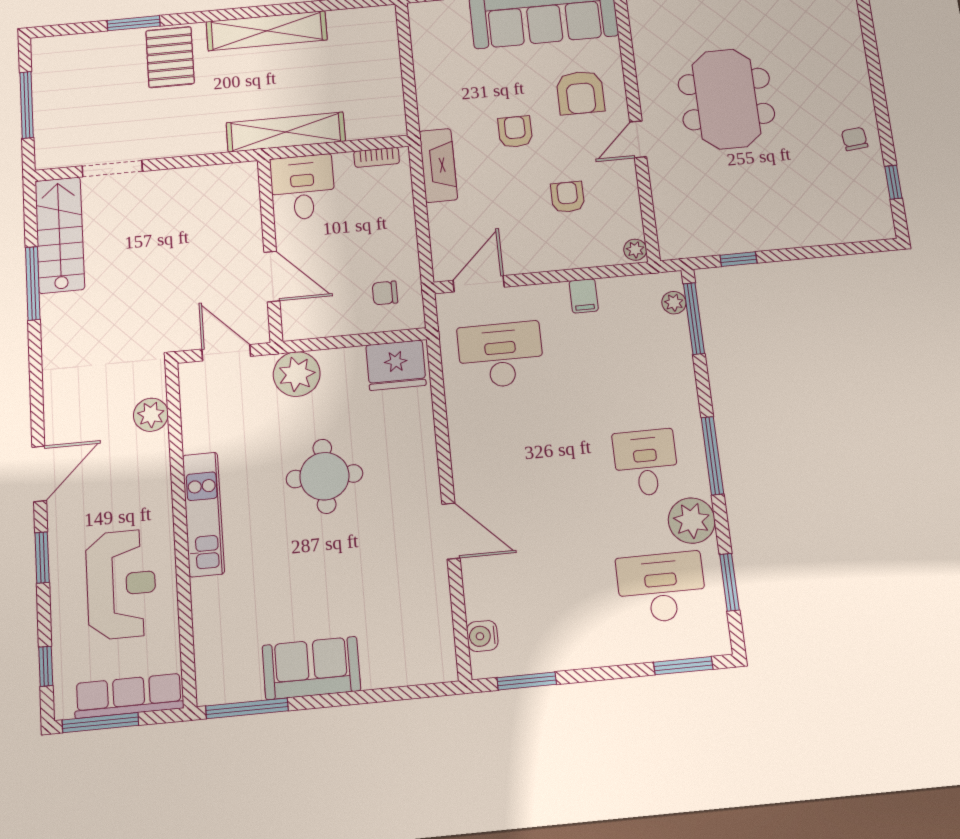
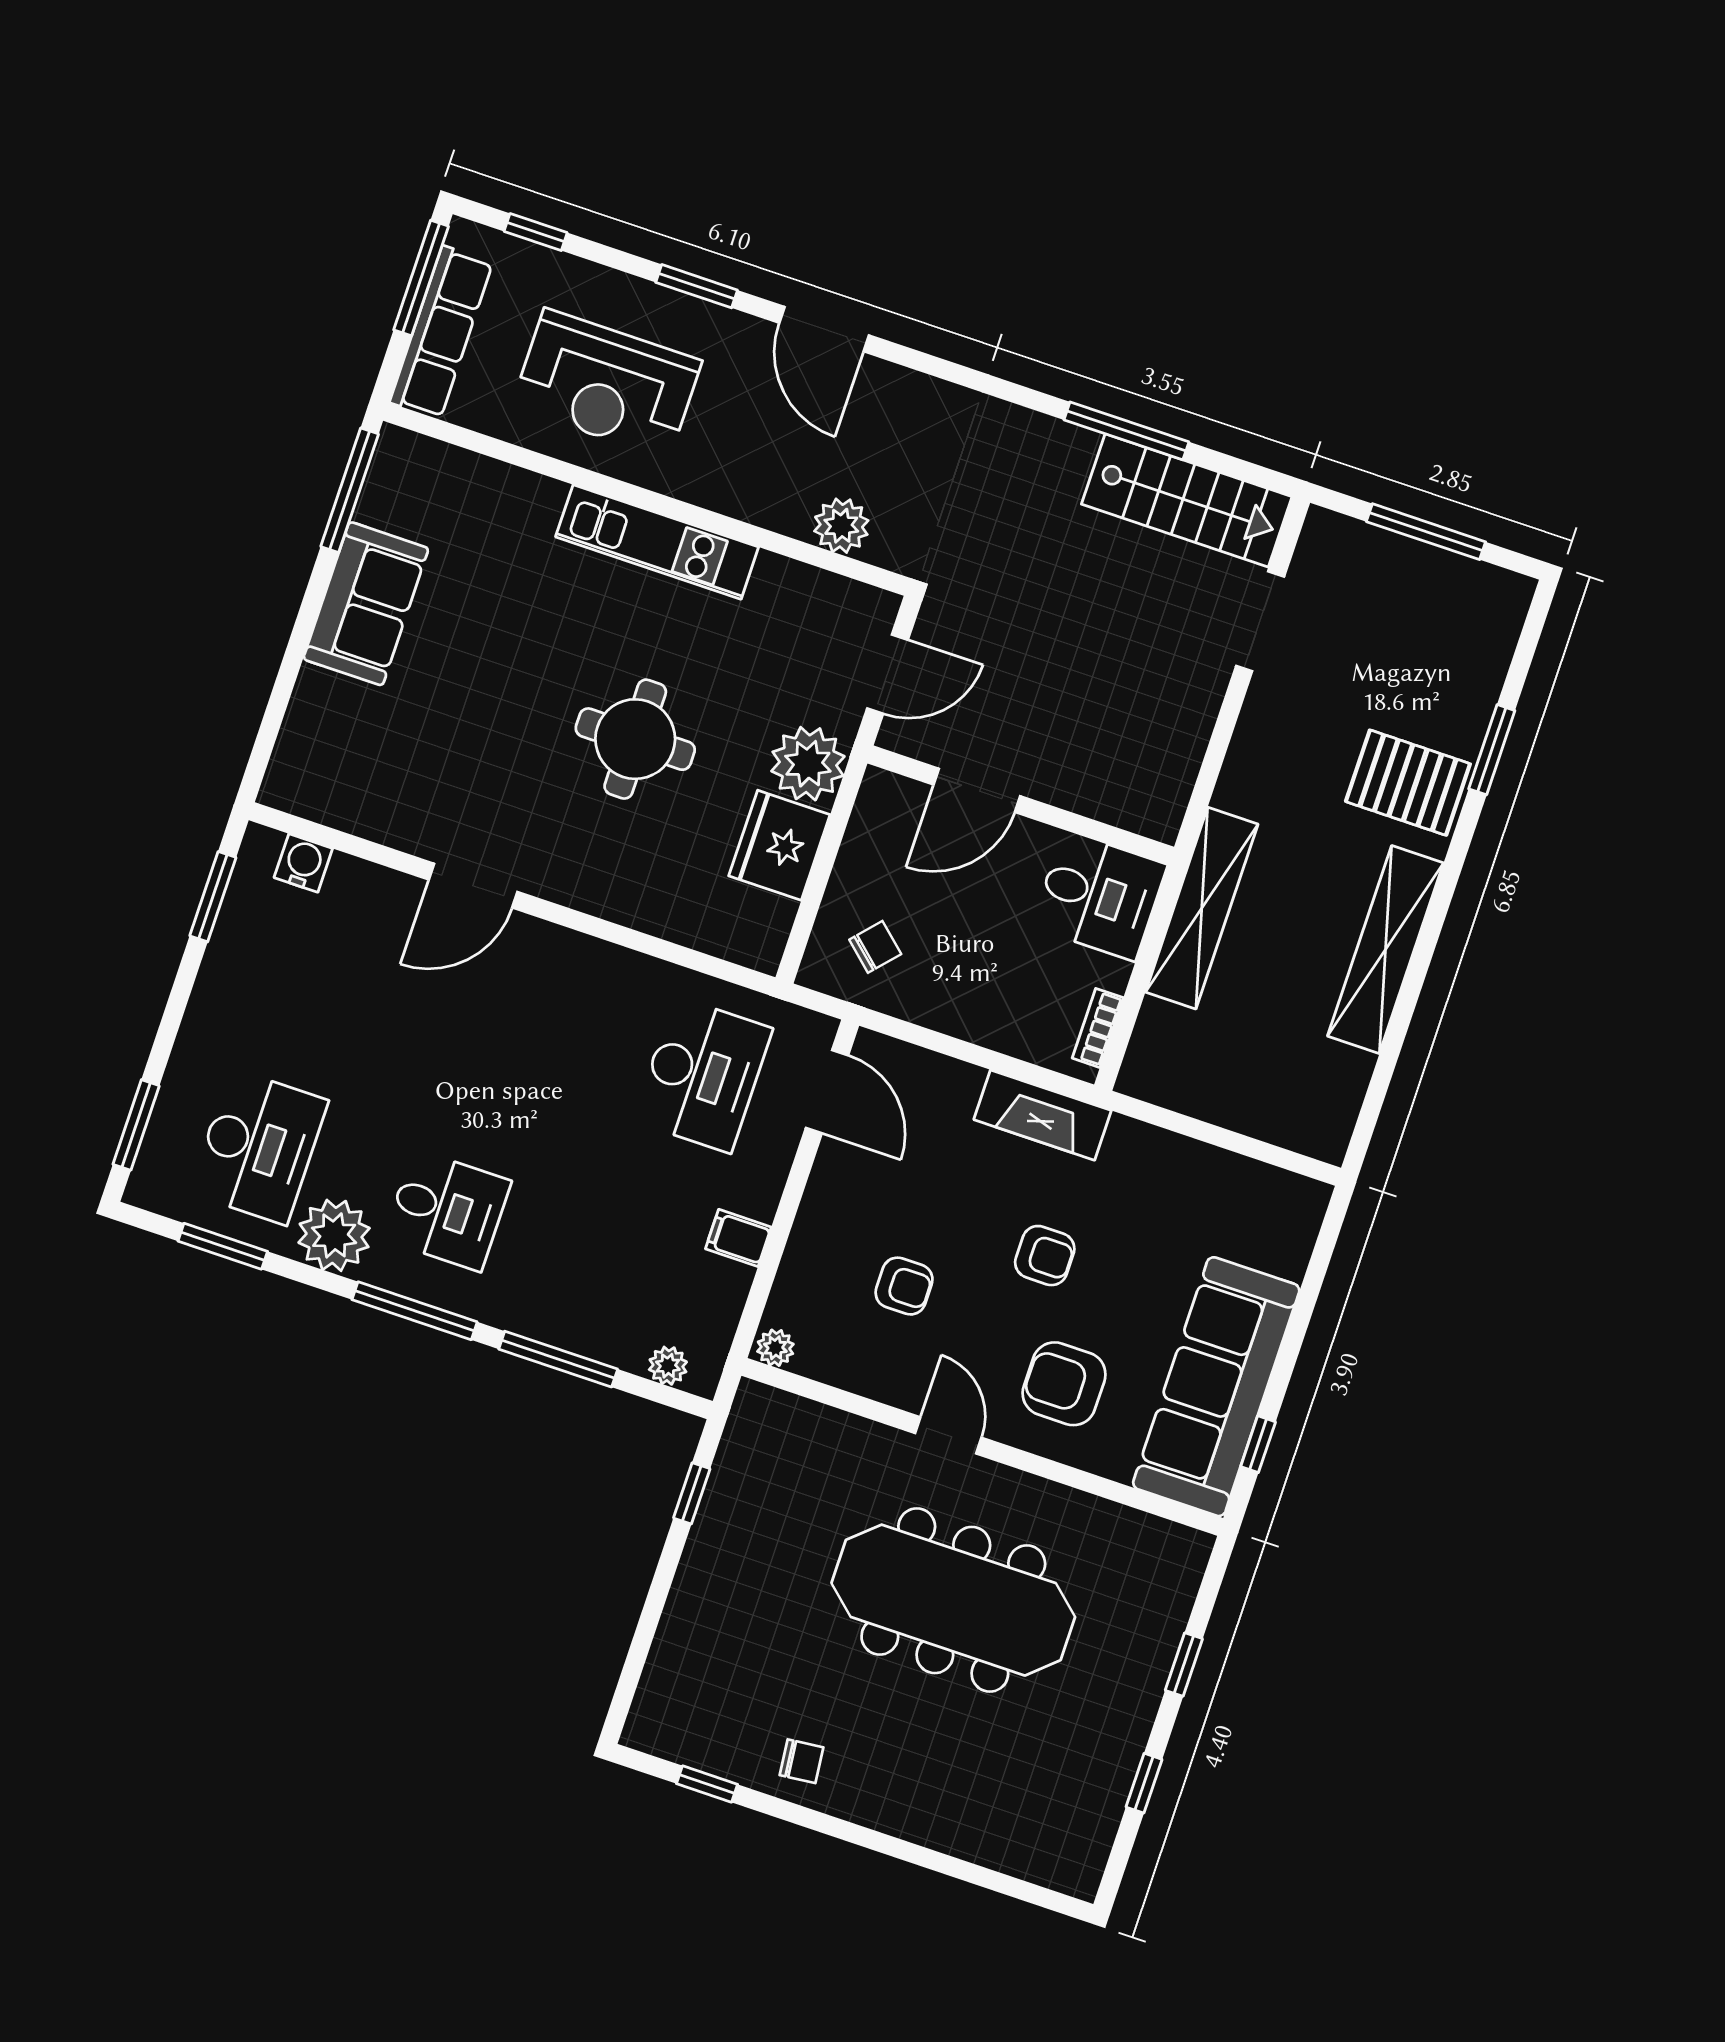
meeting table: (726, 99) -> (953, 1600), width x1.36
chair: (385, 293) -> (875, 947), turned 42
window: (694, 319) -> (558, 1359), moved
fridge: (396, 365) -> (779, 845), moved

